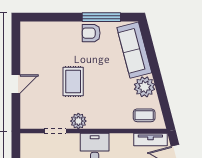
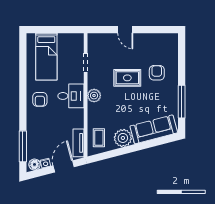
armchair: (91, 33) -> (157, 73), moved
plant: (78, 121) -> (94, 96), moved

